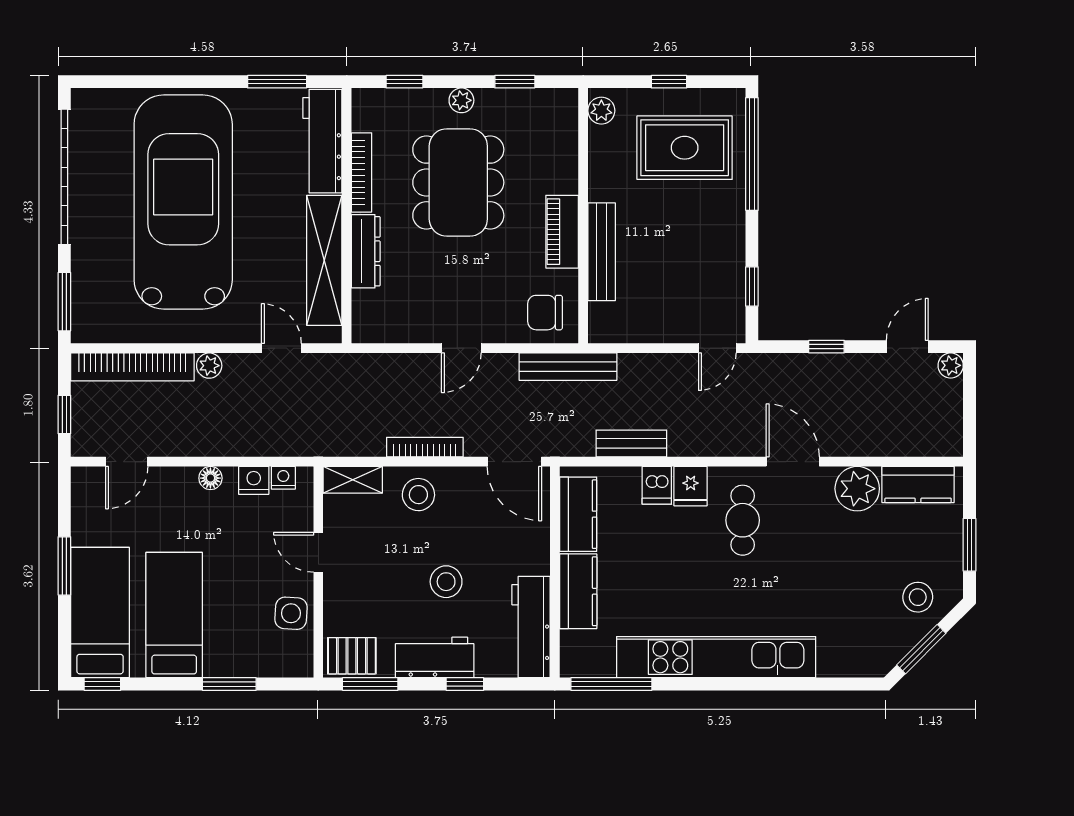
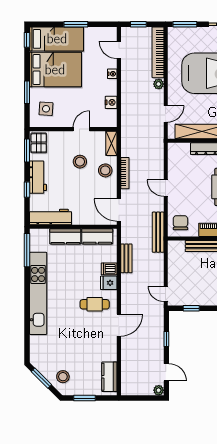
door: (514, 462) -> (119, 210), hinge flipped
floor lamp: (210, 478) -> (112, 85), removed
nightstand: (283, 478) -> (112, 74), moved
plant: (857, 489) -> (108, 352), removed
stool: (446, 582) -> (80, 162), moved
side table: (291, 613) -> (46, 109), moved
bed: (174, 615) -> (55, 70), width x1.50

